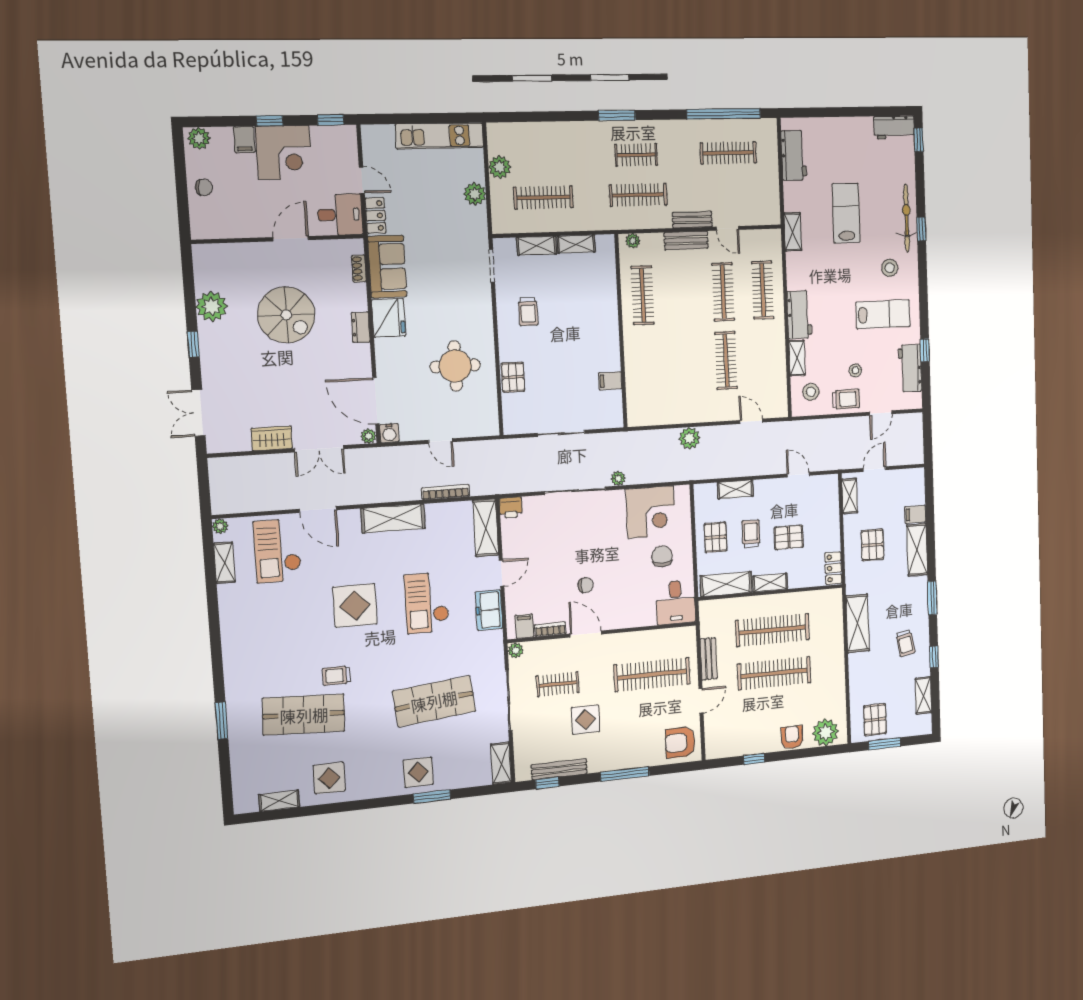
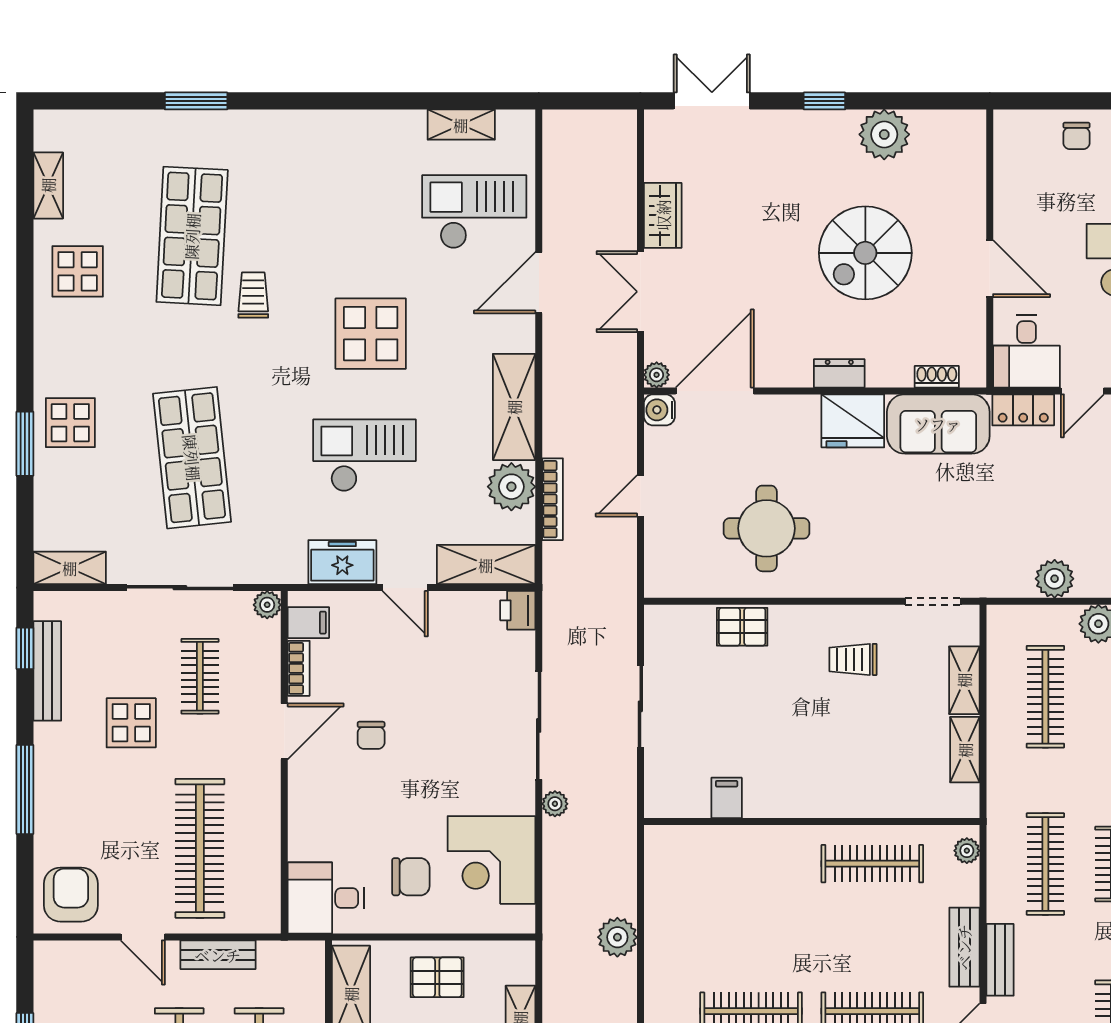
plant: (220, 526) -> (511, 487), moved, width x1.88, depth x1.88

